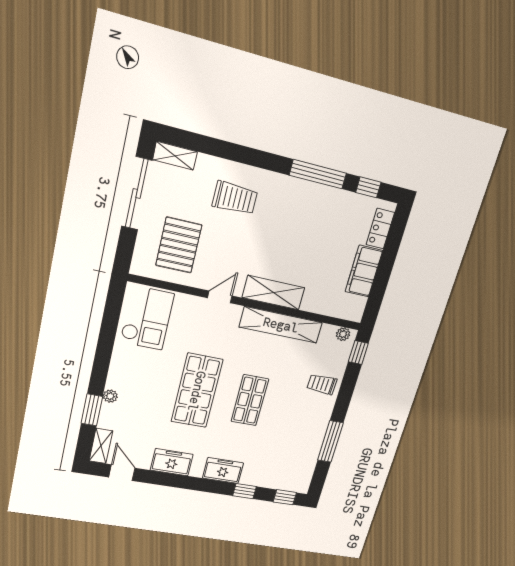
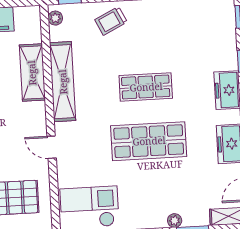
shelving: (273, 293) -> (32, 73), moved
trolley: (322, 384) -> (111, 21), turned 62

